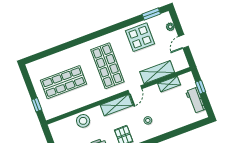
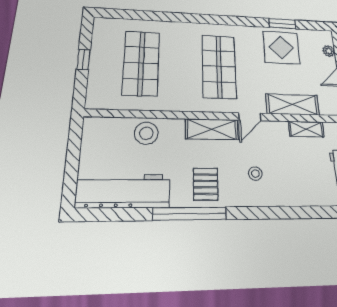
window: (151, 14) -> (282, 24), moved
shop shelf: (64, 82) -> (141, 63), turned 90
window: (37, 105) -> (84, 59), moved

